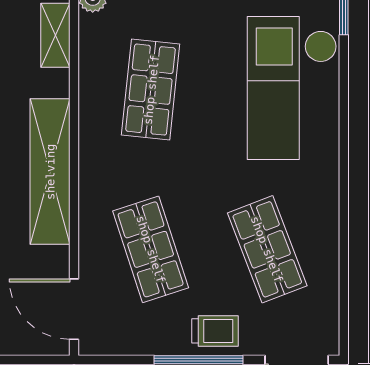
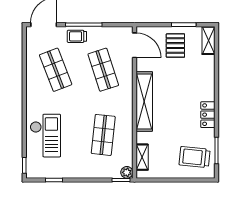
checkout: (292, 88) -> (45, 136), width x0.73, depth x0.83

